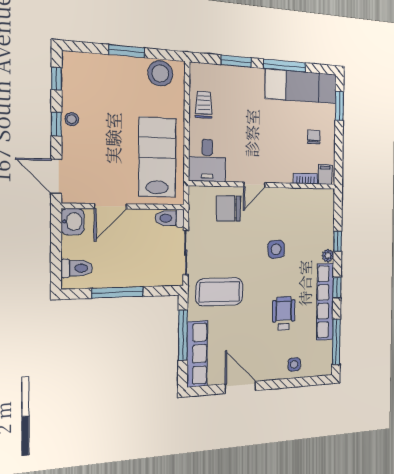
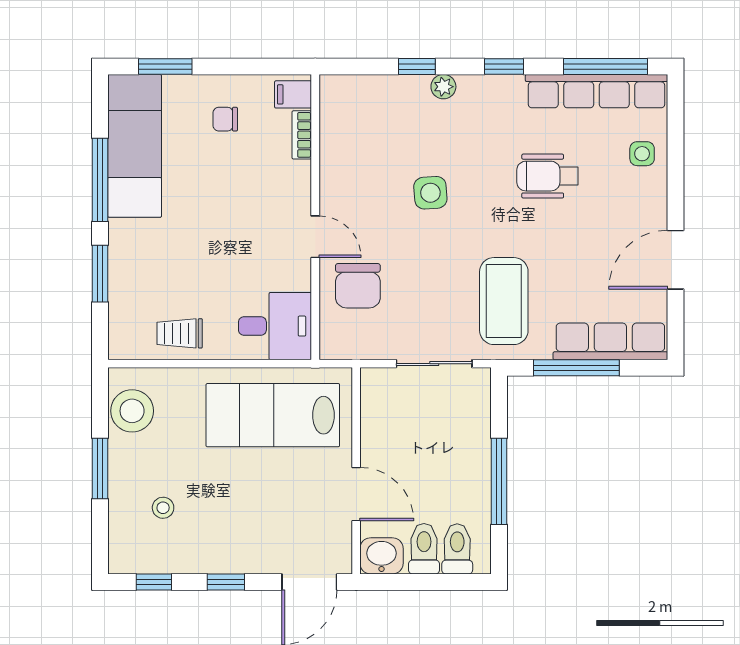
stool: (72, 119) -> (163, 508), moved
toilet: (170, 218) -> (424, 549), moved, turned 180
row of seats: (325, 302) -> (596, 91), moved

